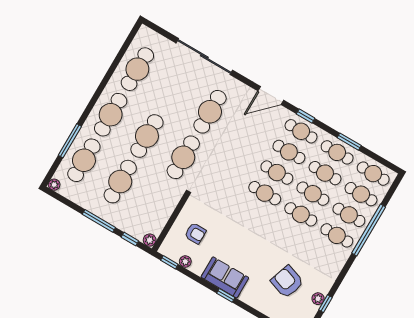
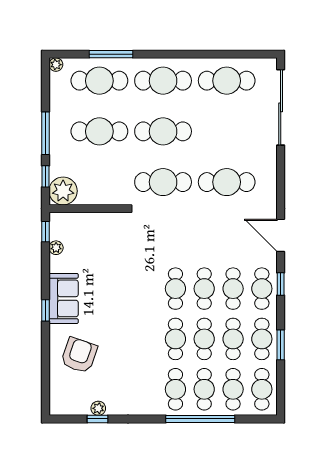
sliding door: (204, 57) -> (281, 107), moved
armchair: (195, 233) -> (91, 241), removed
plant: (150, 240) -> (63, 191), width x1.87, depth x1.87
armchair: (287, 282) -> (79, 355), moved

